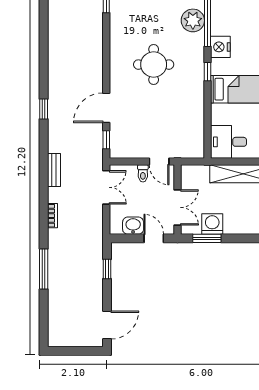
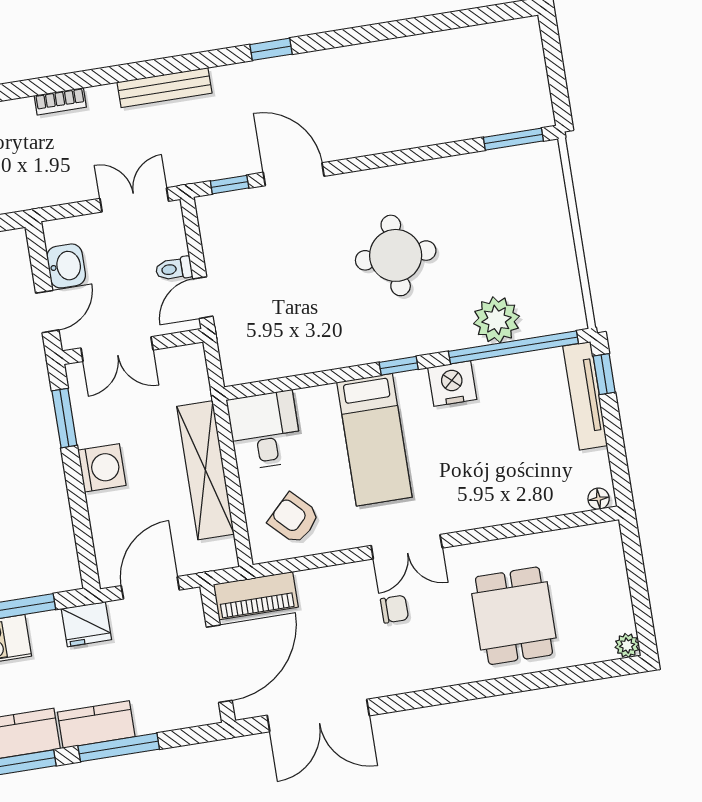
bench: (54, 170) -> (164, 88), width x1.36
double door: (106, 187) -> (134, 200), swing flipped
washing machine: (212, 224) -> (102, 468), moved

